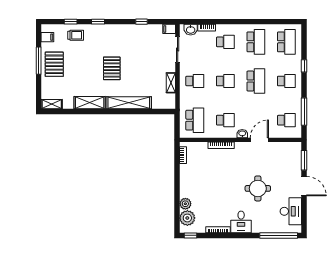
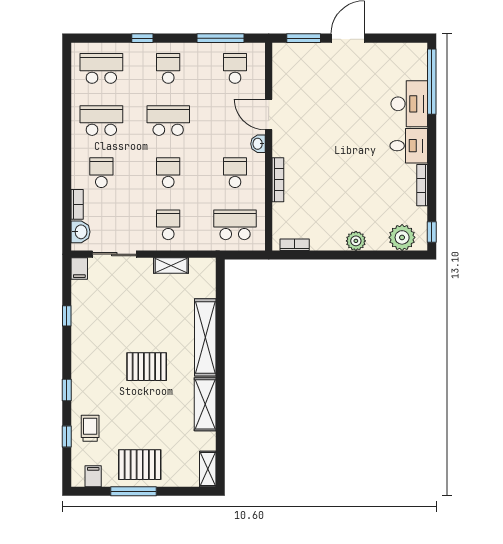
round table: (258, 188) -> (352, 117), removed
plant: (185, 204) -> (356, 241), moved
desk: (291, 211) -> (409, 104), moved, turned 90

